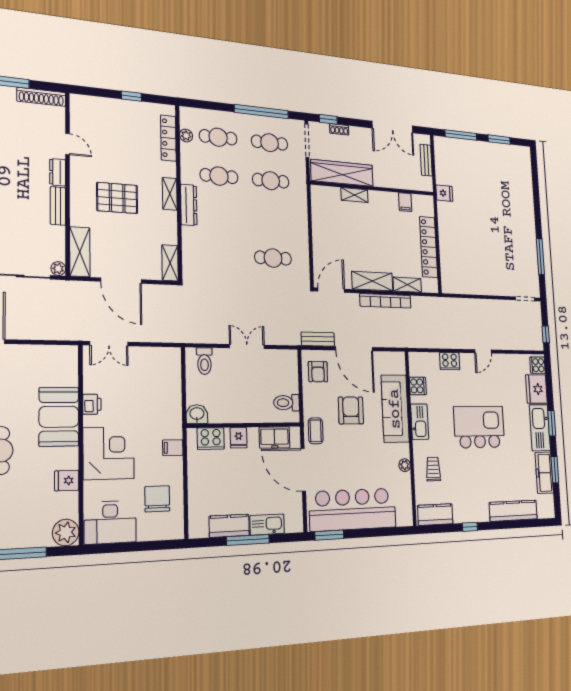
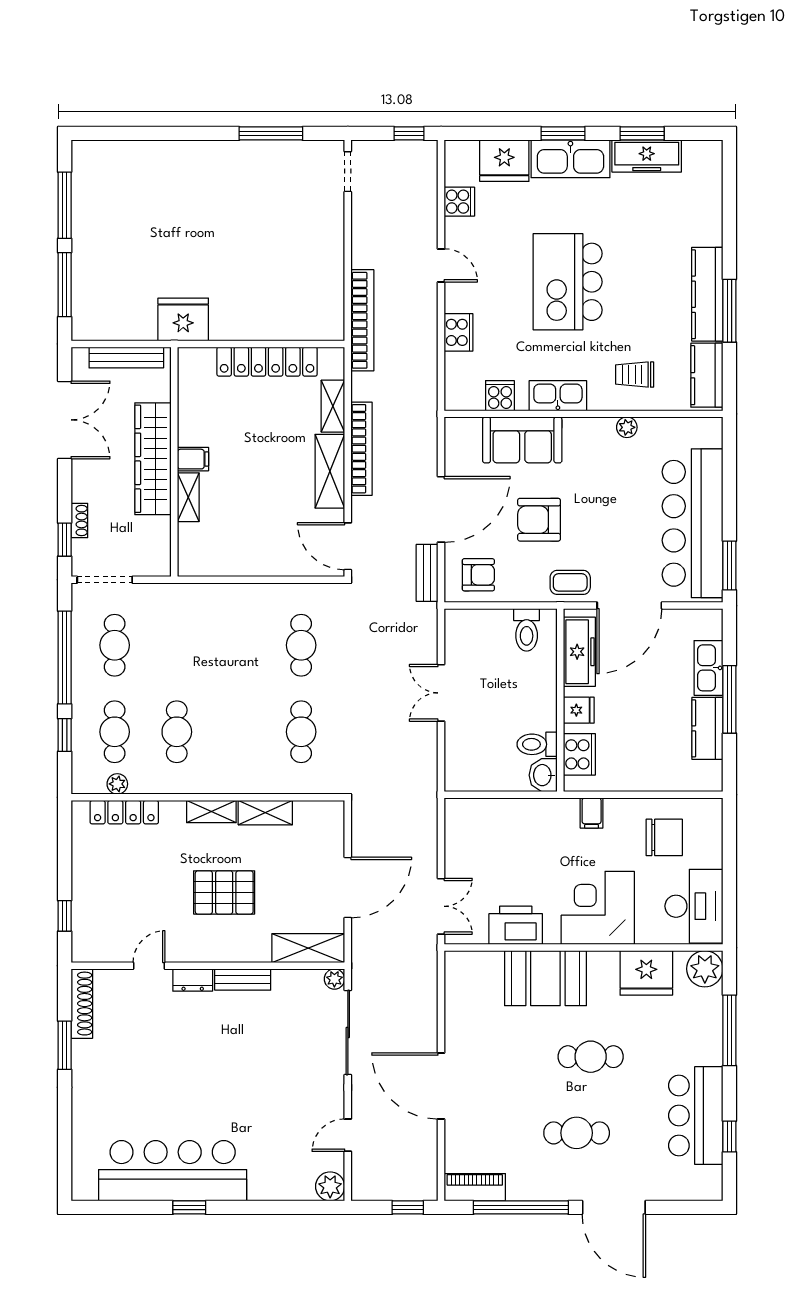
window: (131, 96) -> (65, 916), moved
window: (215, 106) -> (65, 735), added
window: (499, 140) -> (65, 205), width x1.44
bench: (426, 160) -> (126, 357), width x1.36
wardrobe: (342, 173) -> (153, 459), moved
cafe table: (271, 181) -> (301, 732), moved
fridge: (444, 193) -> (183, 319), width x1.88, depth x1.34
pallet: (117, 198) -> (224, 892), turned 90
filing cabinet: (405, 202) -> (193, 459), moved
dresser: (189, 205) -> (226, 782), removed
shelving: (170, 263) -> (265, 813), moved
bookcase: (453, 304) -> (362, 320), added
toilet: (204, 361) -> (537, 744), moved, turned 180
cooker: (538, 365) -> (459, 202), moved, turned -90
printer: (92, 404) -> (516, 925), width x1.87, depth x1.48
sofa: (395, 409) -> (522, 440), width x0.73
freezer: (275, 437) -> (579, 652), width x1.40
fridge: (67, 481) -> (646, 973), width x1.88, depth x1.34
chair: (157, 499) -> (664, 837), turned 180
kitchen counter: (513, 511) -> (707, 294), moved
window: (470, 527) -> (729, 311), width x2.17

